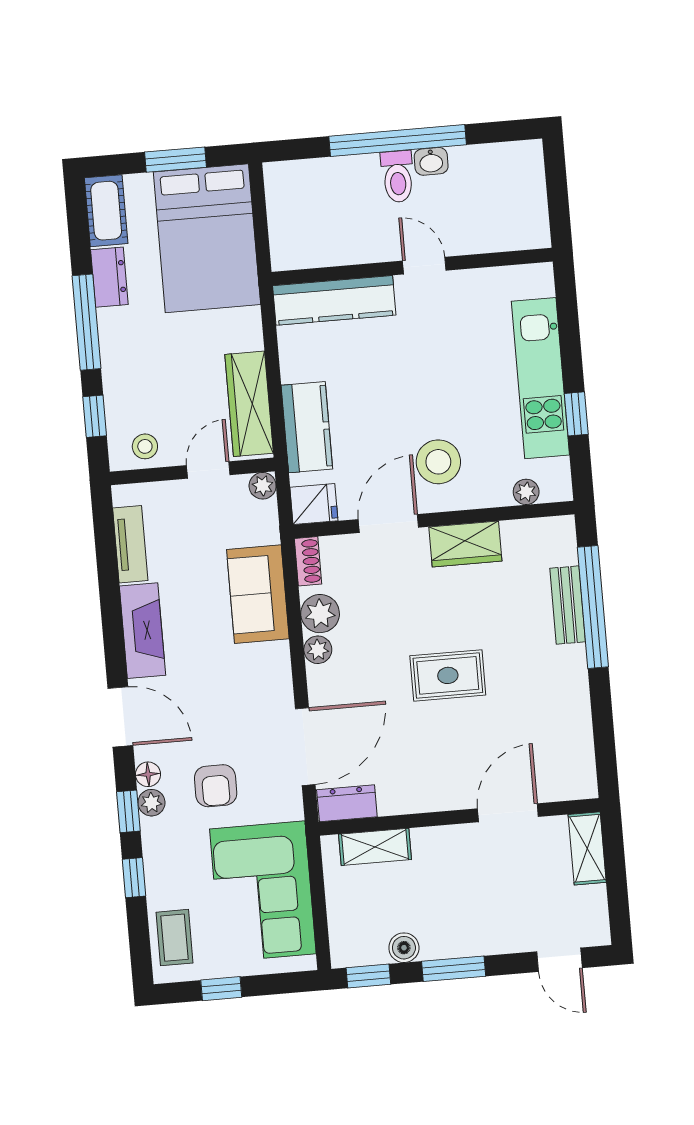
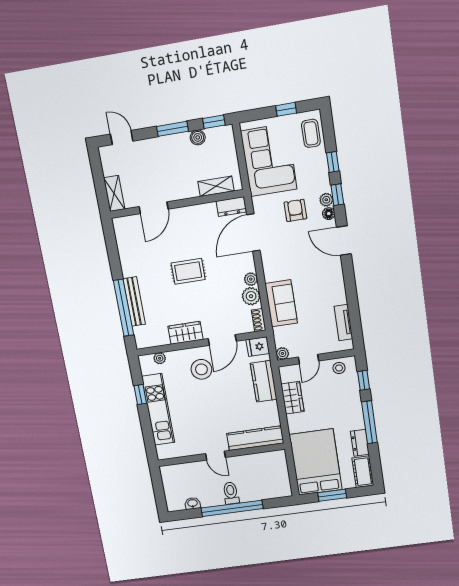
washbasin: (431, 161) -> (193, 503), moved
wardrobe: (249, 404) -> (293, 398), width x0.67
bench: (568, 605) -> (134, 302), width x1.36
fireplace: (142, 631) -> (335, 282), removed

